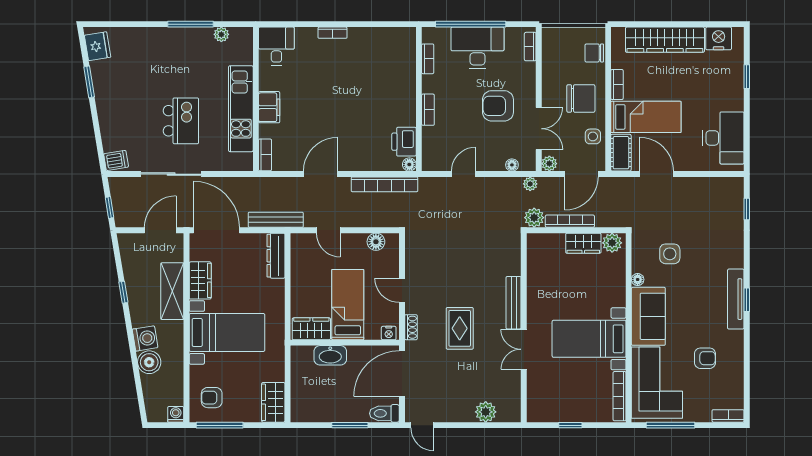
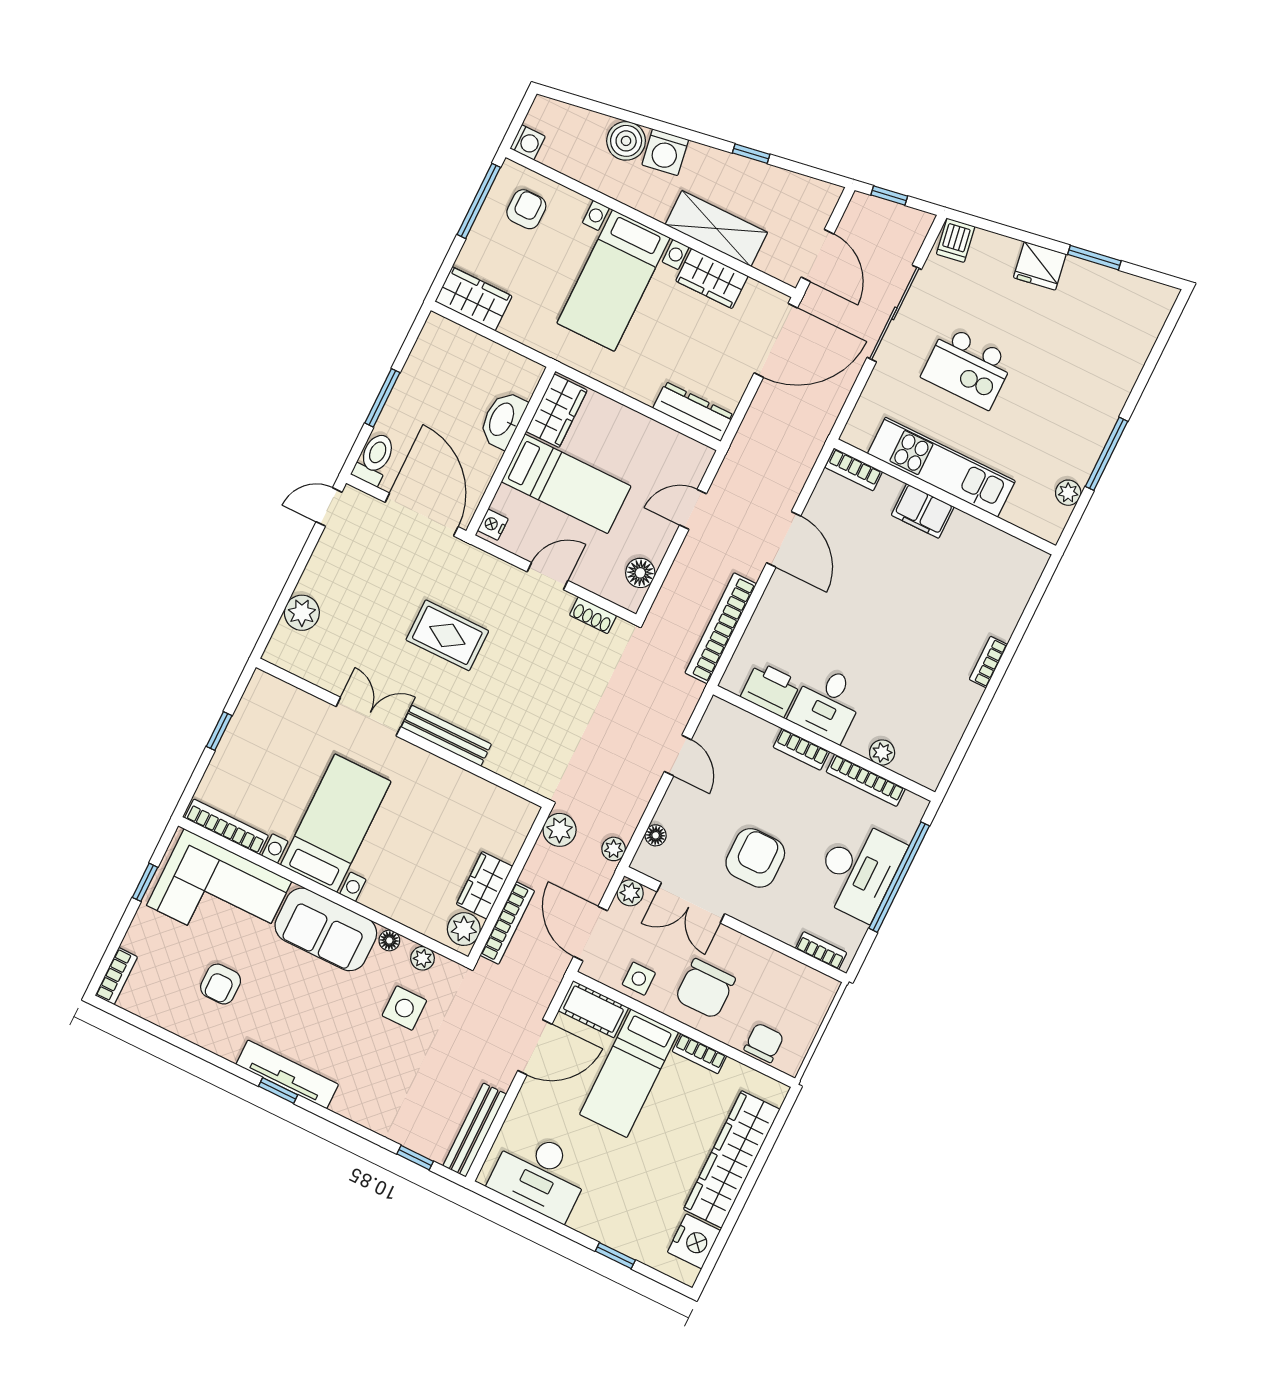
fridge: (98, 46) -> (1040, 266), moved
desk: (276, 46) -> (827, 704), moved, turned 90
bookcase: (428, 59) -> (866, 780), width x1.56
plant: (409, 66) -> (882, 752), added
floor lamp: (409, 164) -> (732, 681), removed
bench: (276, 220) -> (475, 1130), moved
bookcase: (570, 221) -> (507, 923), moved
plant: (639, 257) -> (422, 958), added
shoe rack: (411, 327) -> (593, 615), moved
window: (670, 425) -> (145, 882), width x0.46

